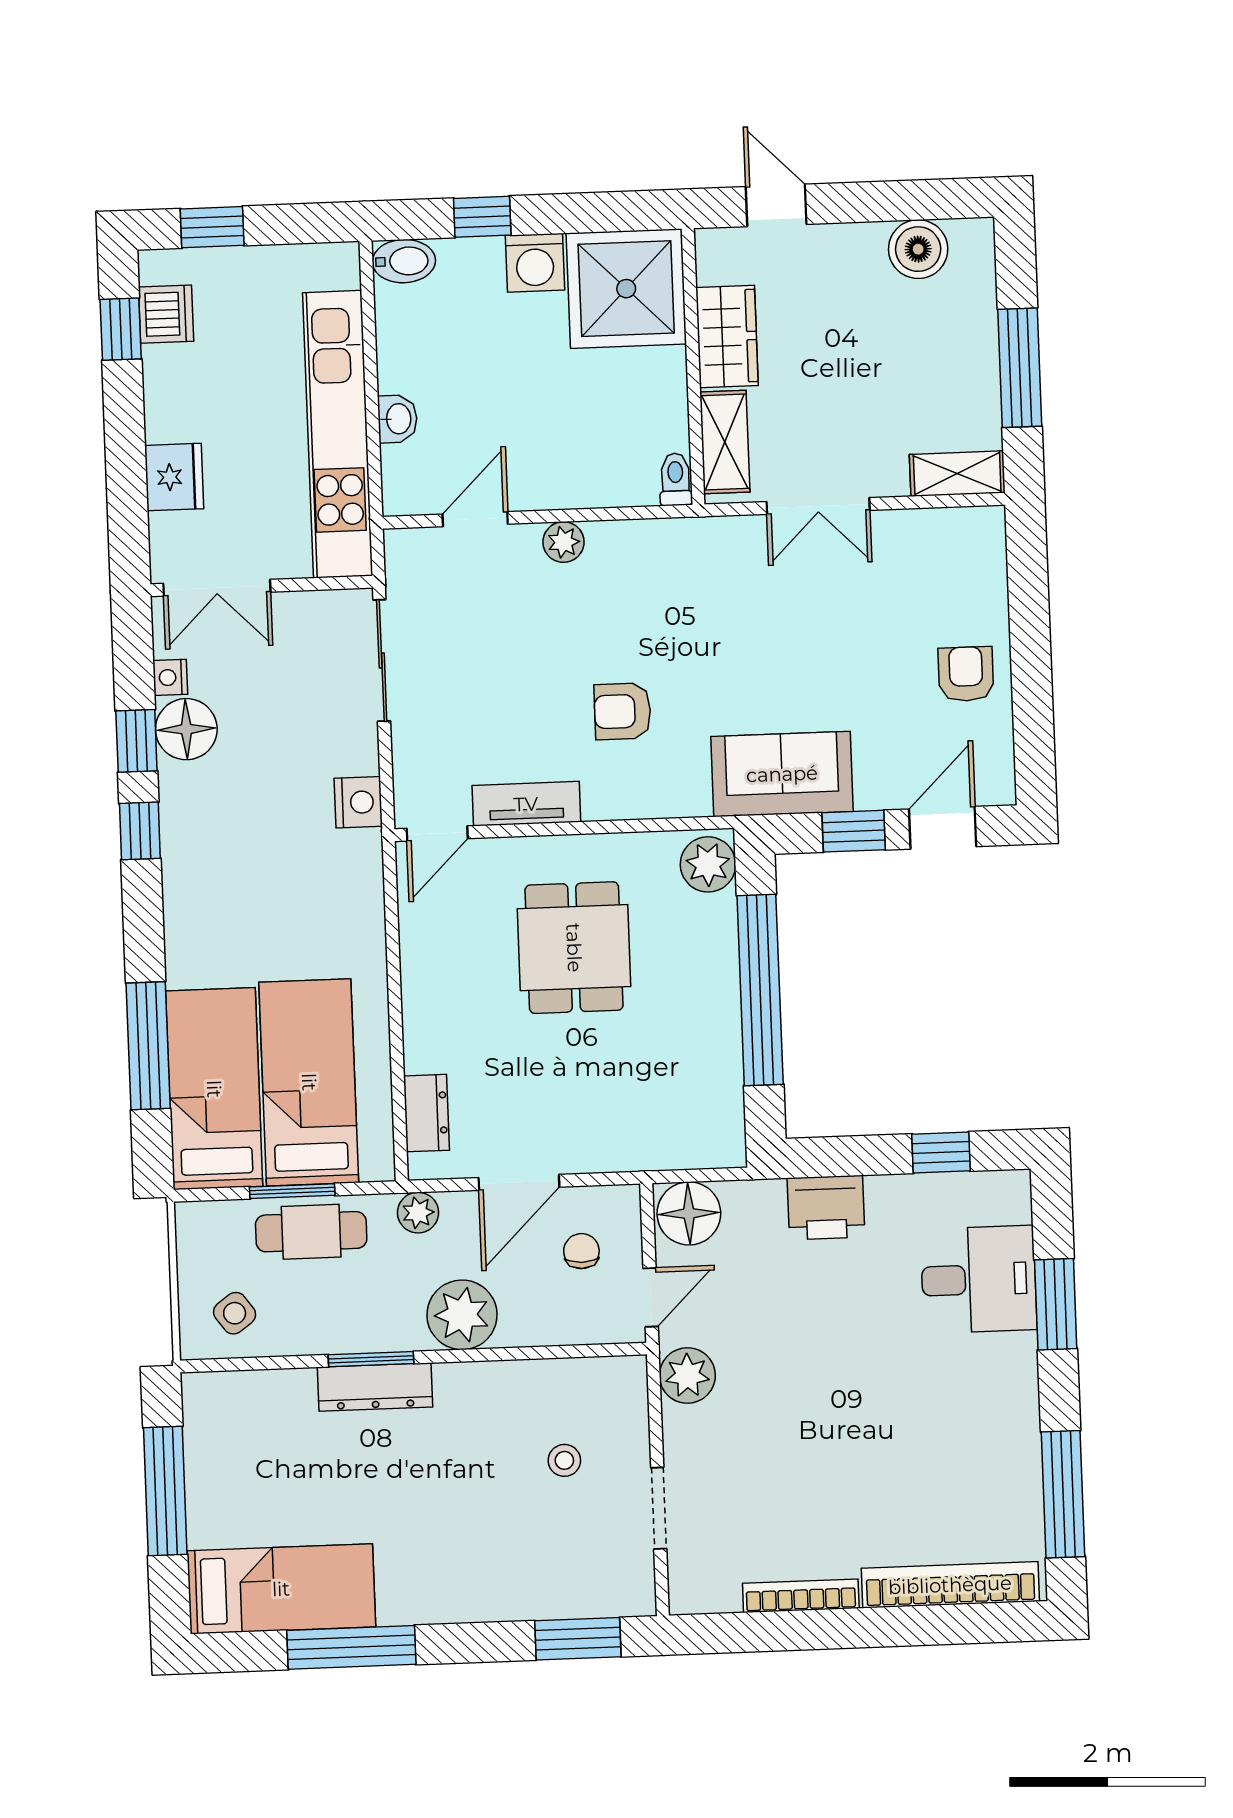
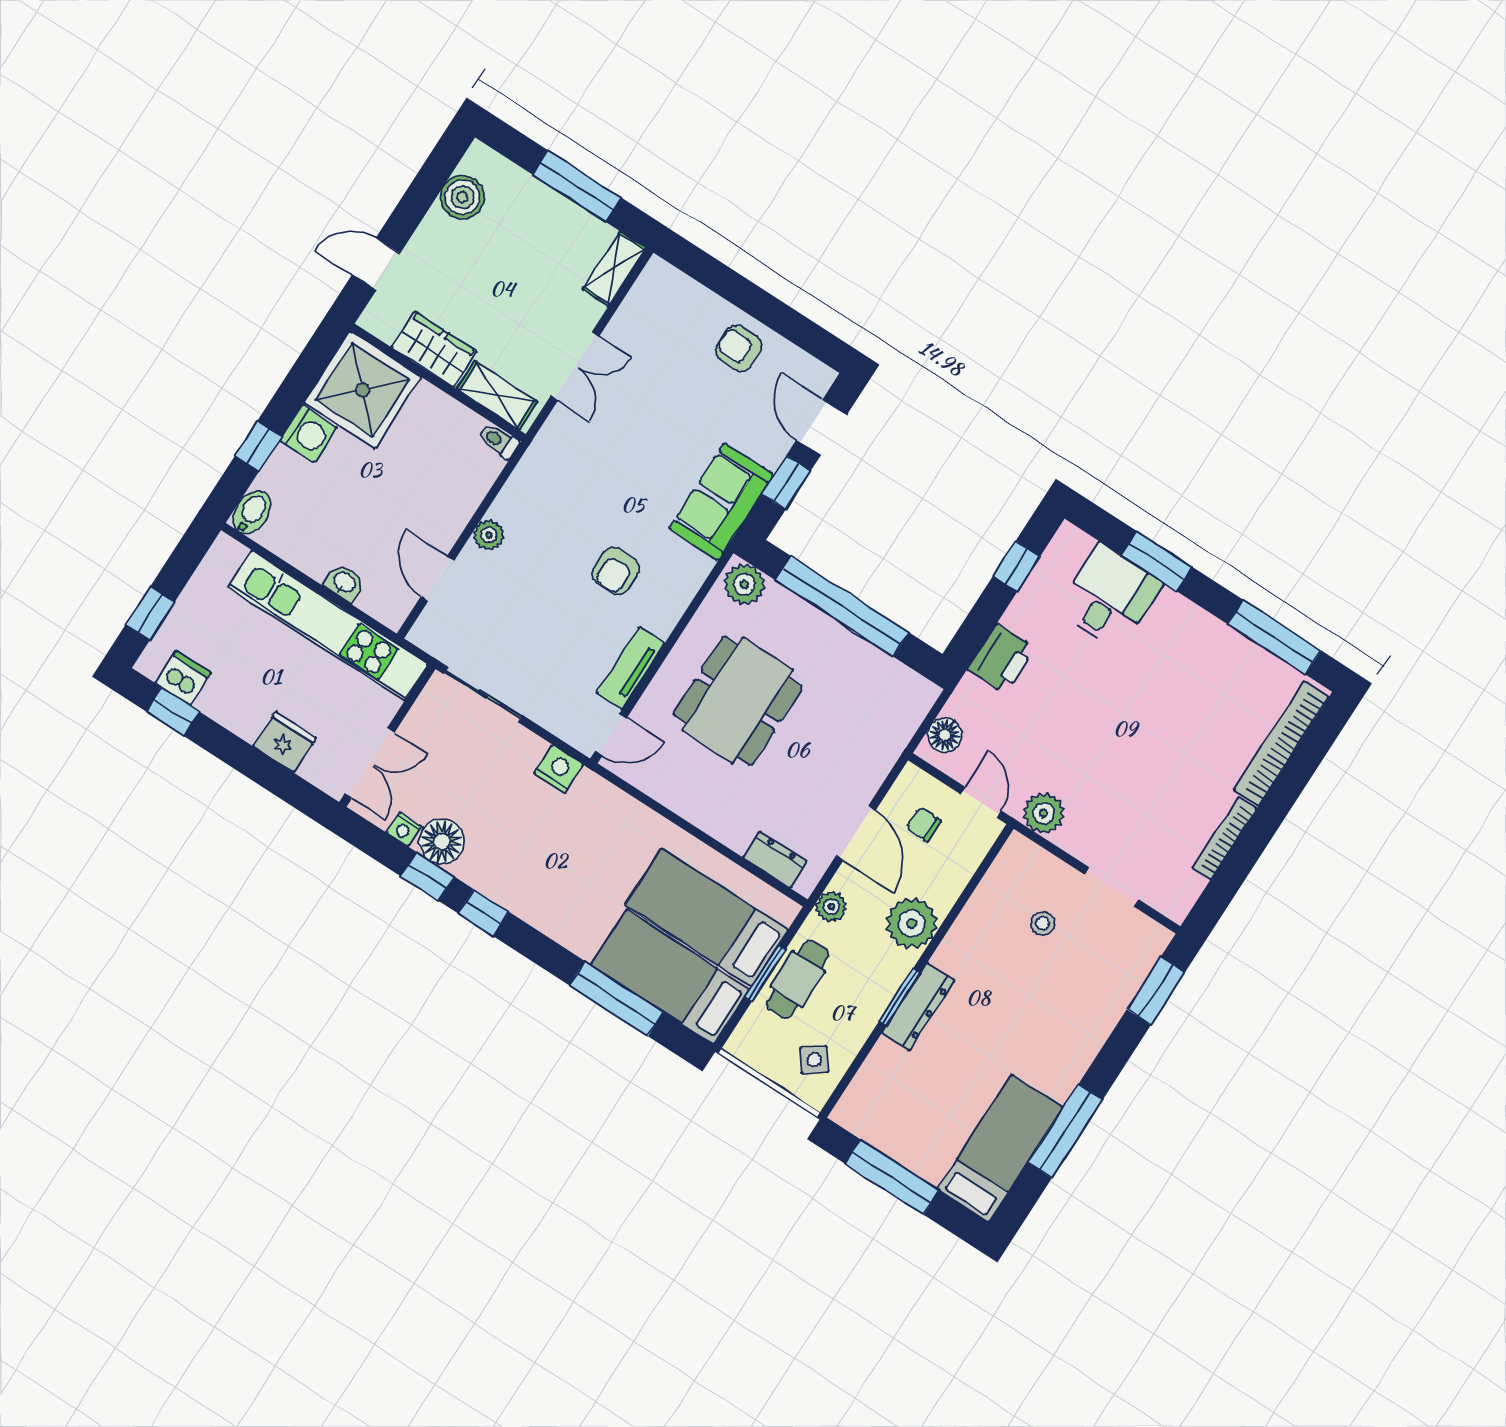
door: (437, 833) -> (611, 735), hinge flipped
dining table: (574, 948) -> (738, 700), width x1.38
floor lamp: (689, 1213) -> (945, 735), width x0.73, depth x0.73

